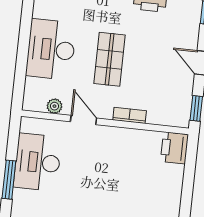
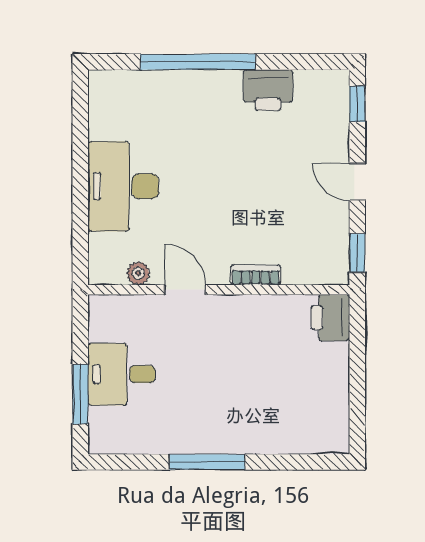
shop shelf: (110, 59) -> (215, 192), removed
desk: (38, 162) -> (122, 374), width x0.73

